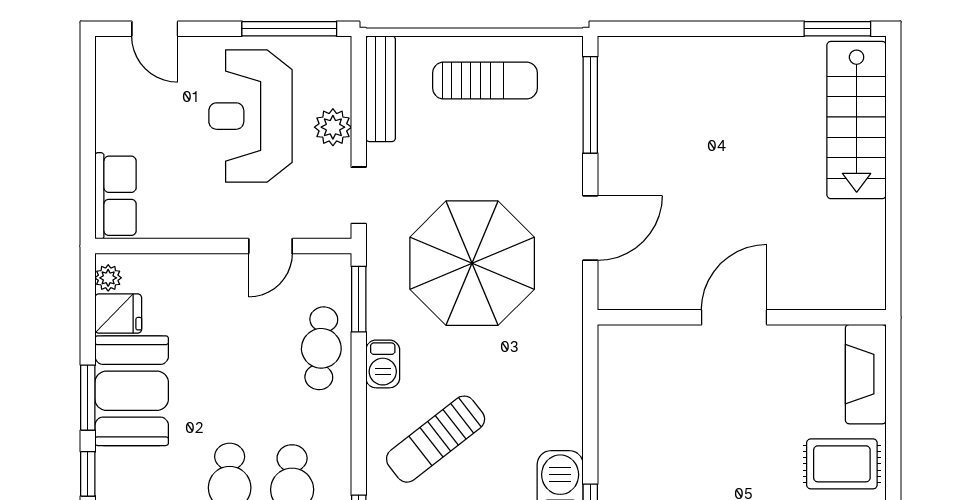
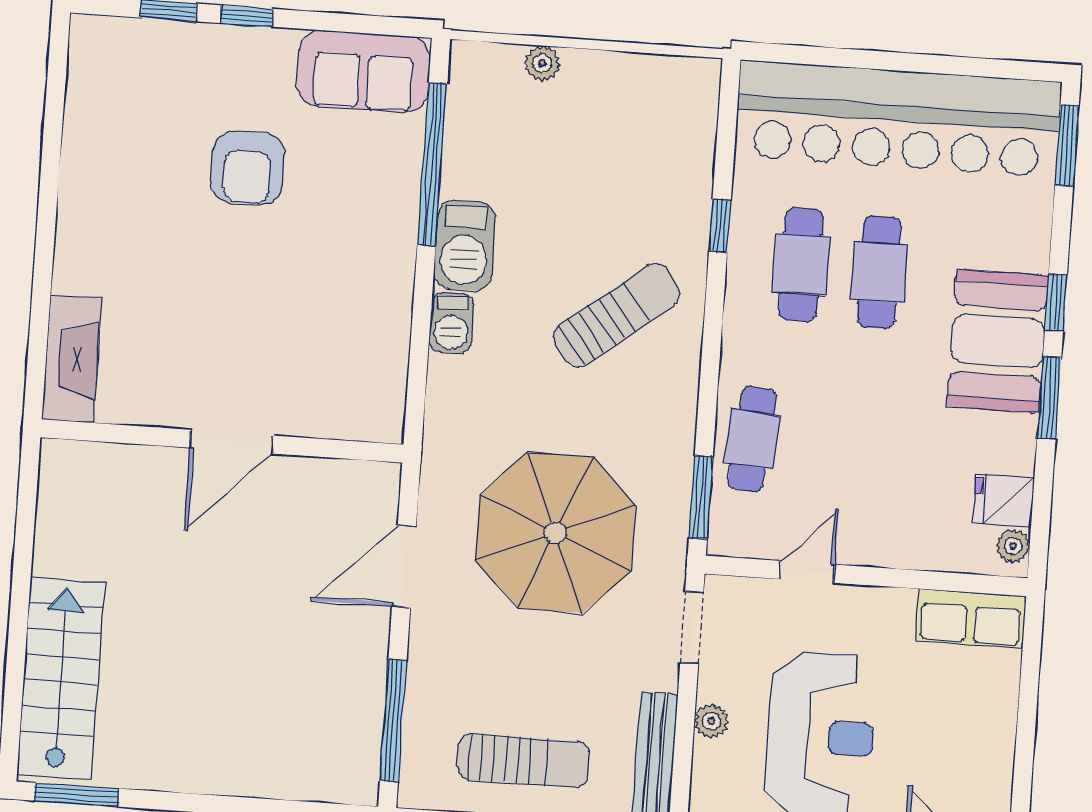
sun lounger: (485, 81) -> (523, 761), turned 180
plant: (333, 127) -> (711, 721), width x0.73, depth x0.73
row of seats: (116, 196) -> (970, 618), moved, turned -90
barbecue: (383, 364) -> (451, 323), moved, turned 180
booth: (132, 391) -> (998, 341), moved
rug: (842, 464) -> (109, 248), removed

